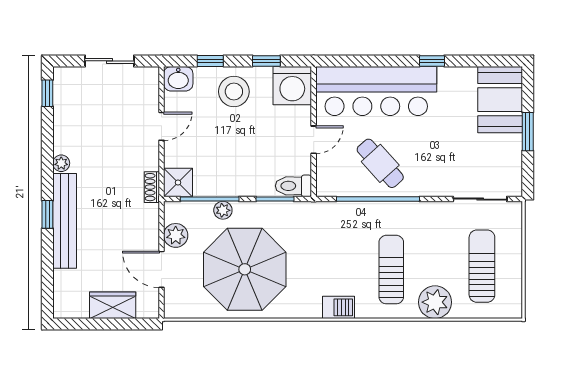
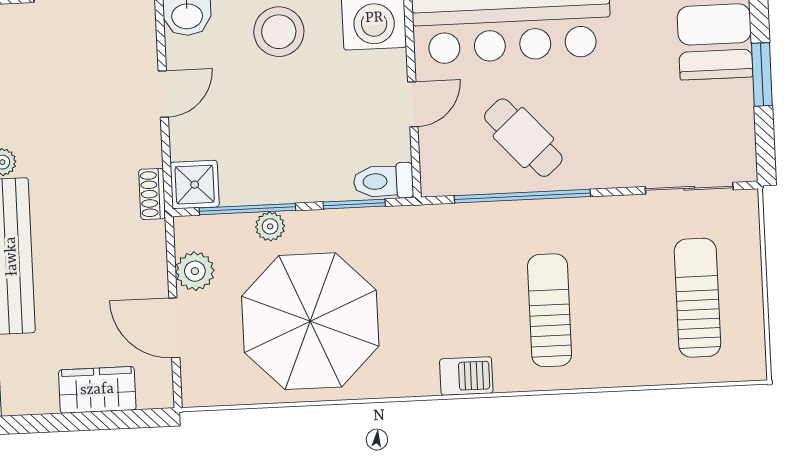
plant: (435, 302) -> (624, 360), removed

